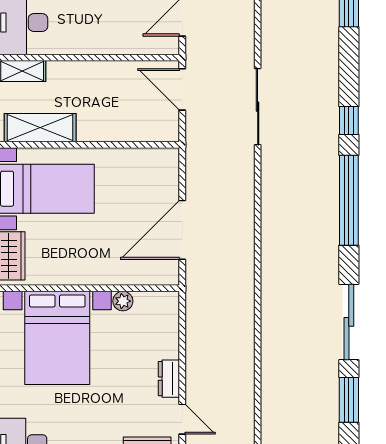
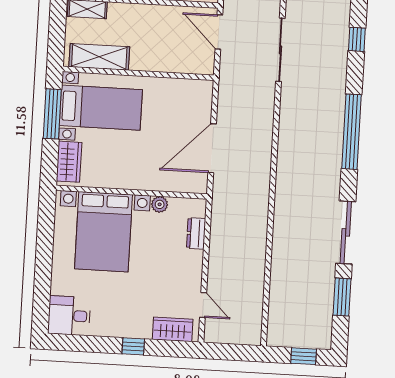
window: (349, 121) -> (357, 39), moved
dresser: (169, 379) -> (196, 233), moved

